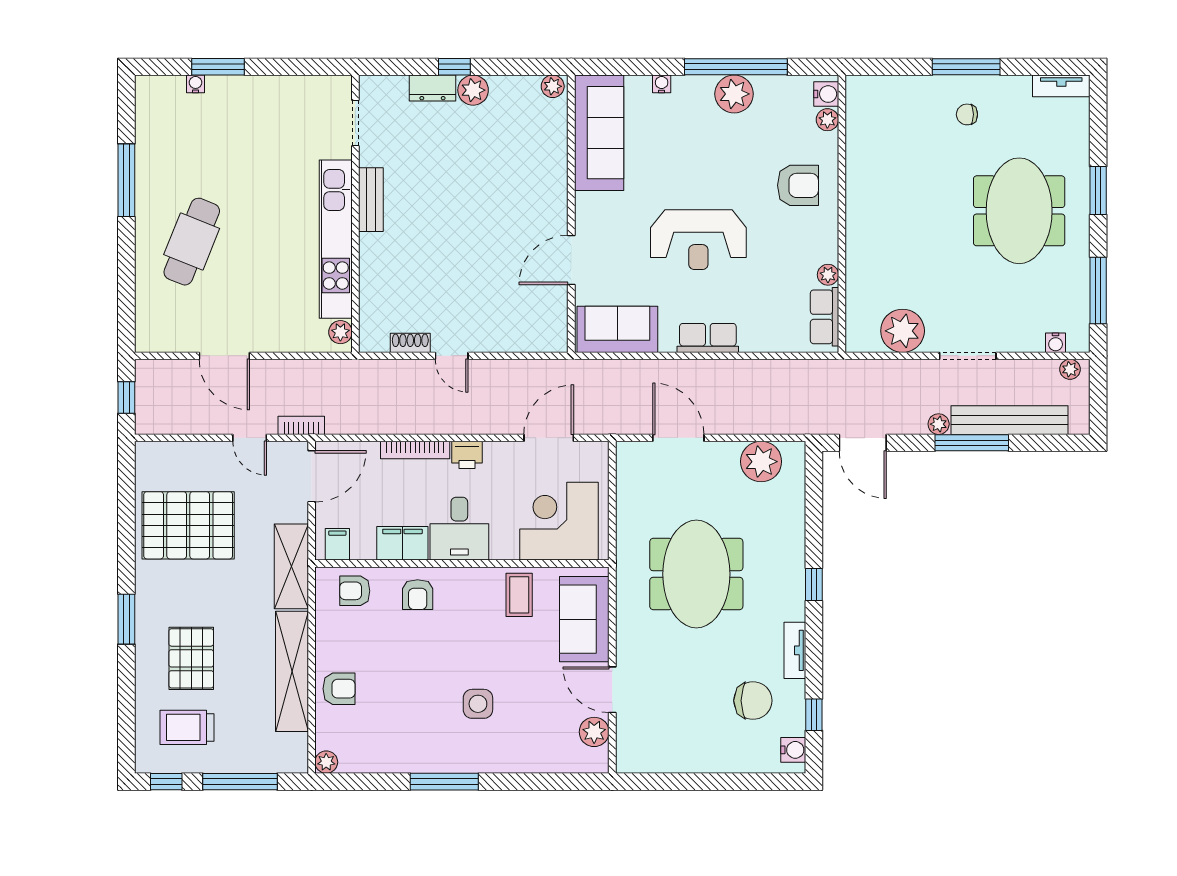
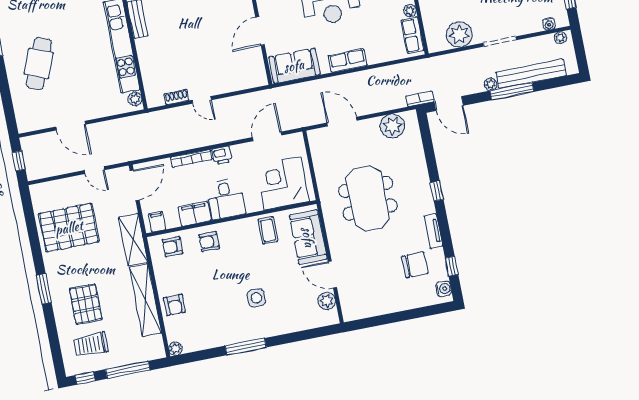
bookcase: (301, 425) -> (420, 99), moved
armchair: (418, 595) -> (209, 242), turned 90
armchair: (339, 689) -> (174, 305), turned 90

